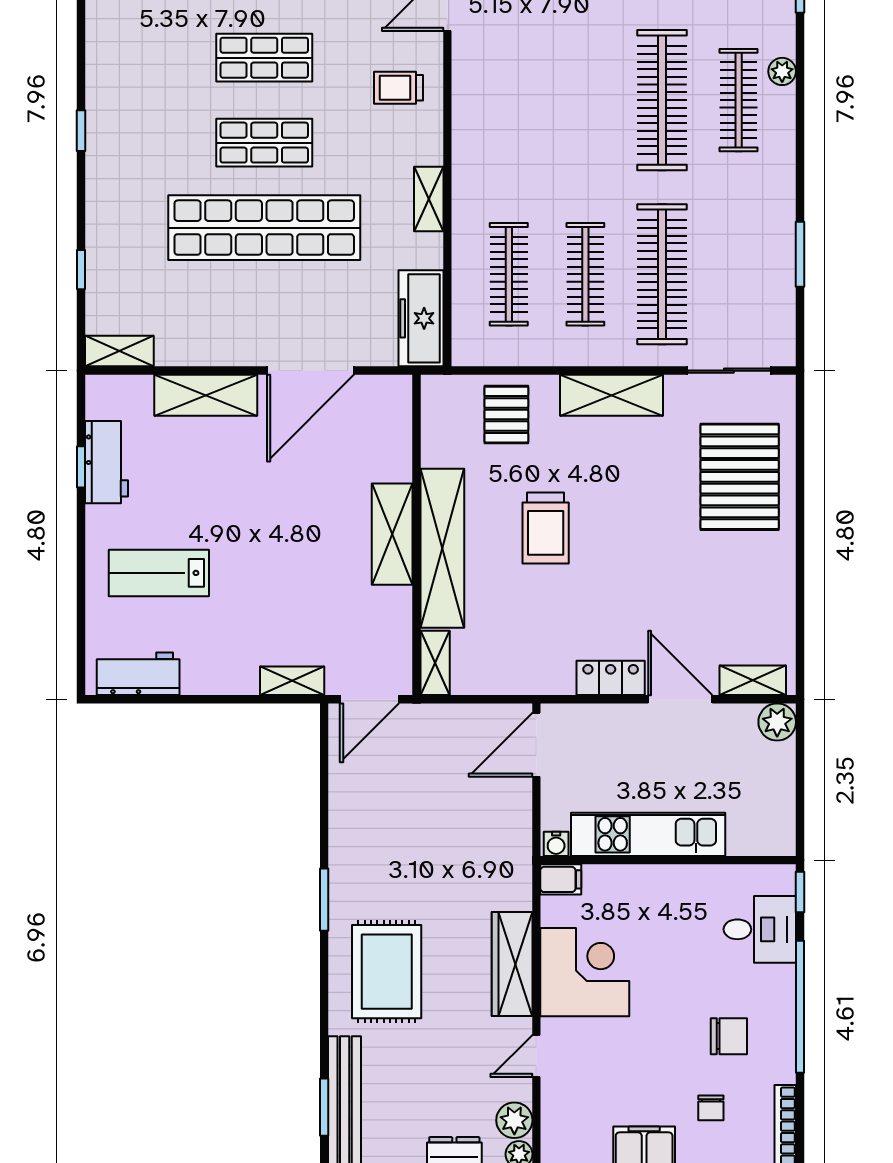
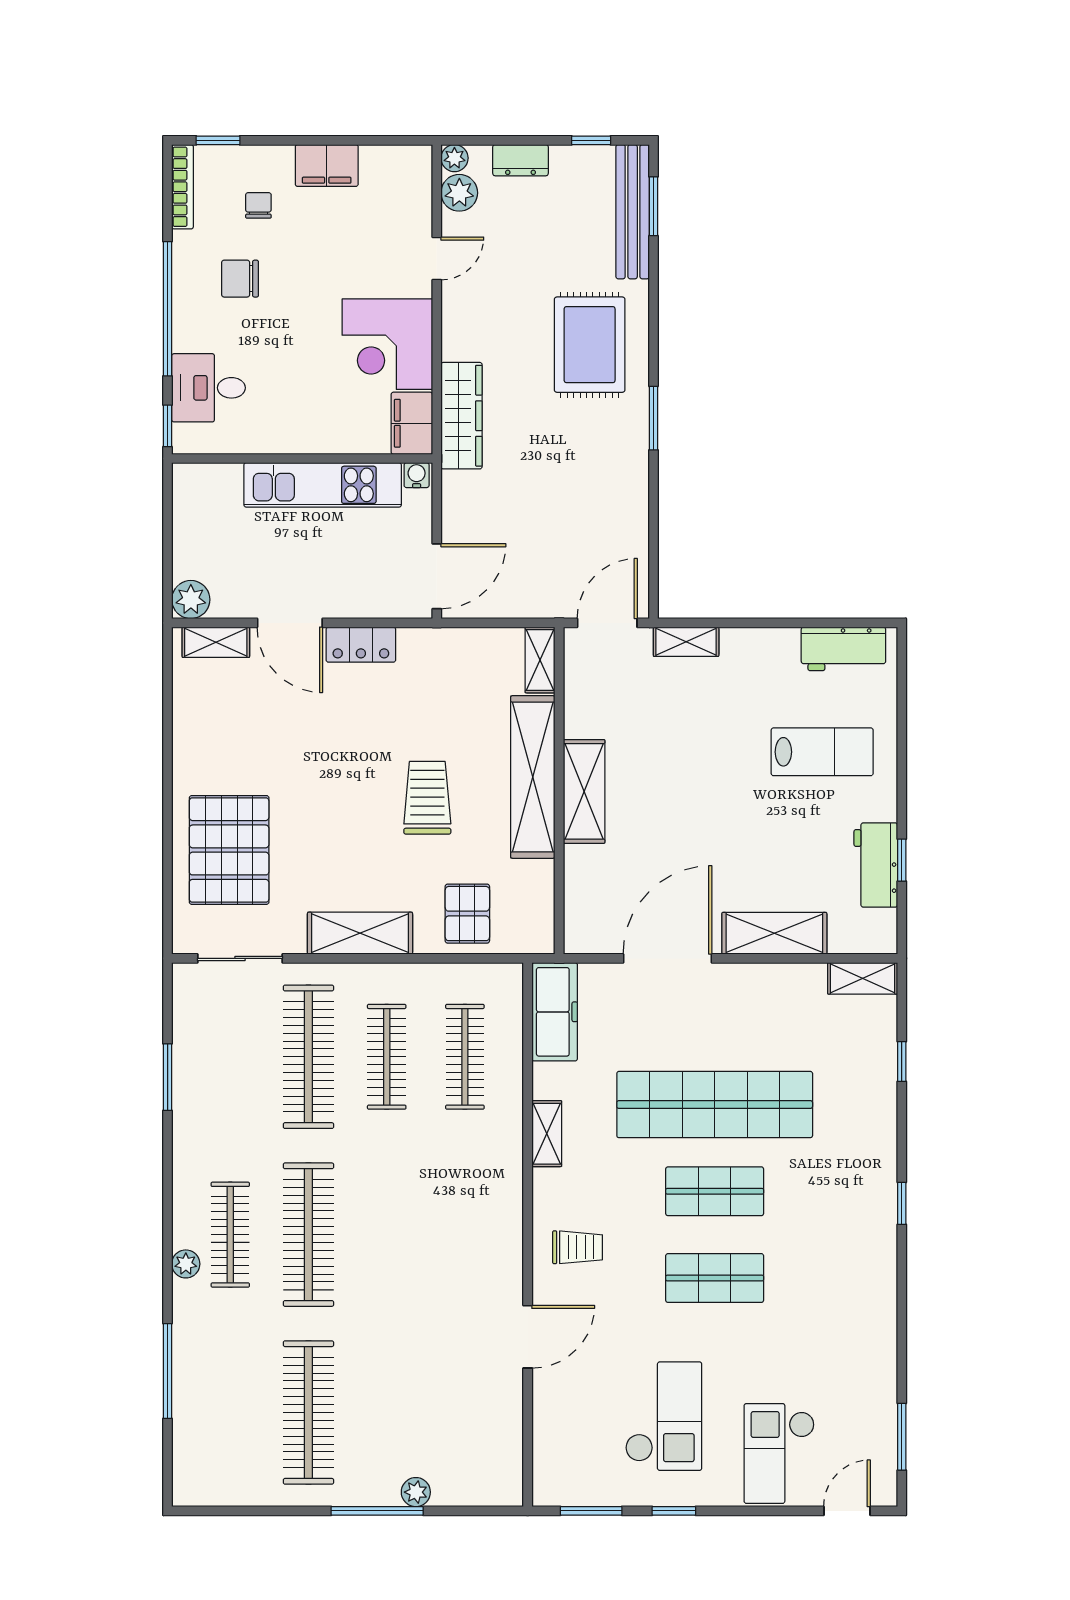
filing cabinet: (561, 879) -> (412, 423), width x2.00
wardrobe: (512, 964) -> (462, 416), moved

